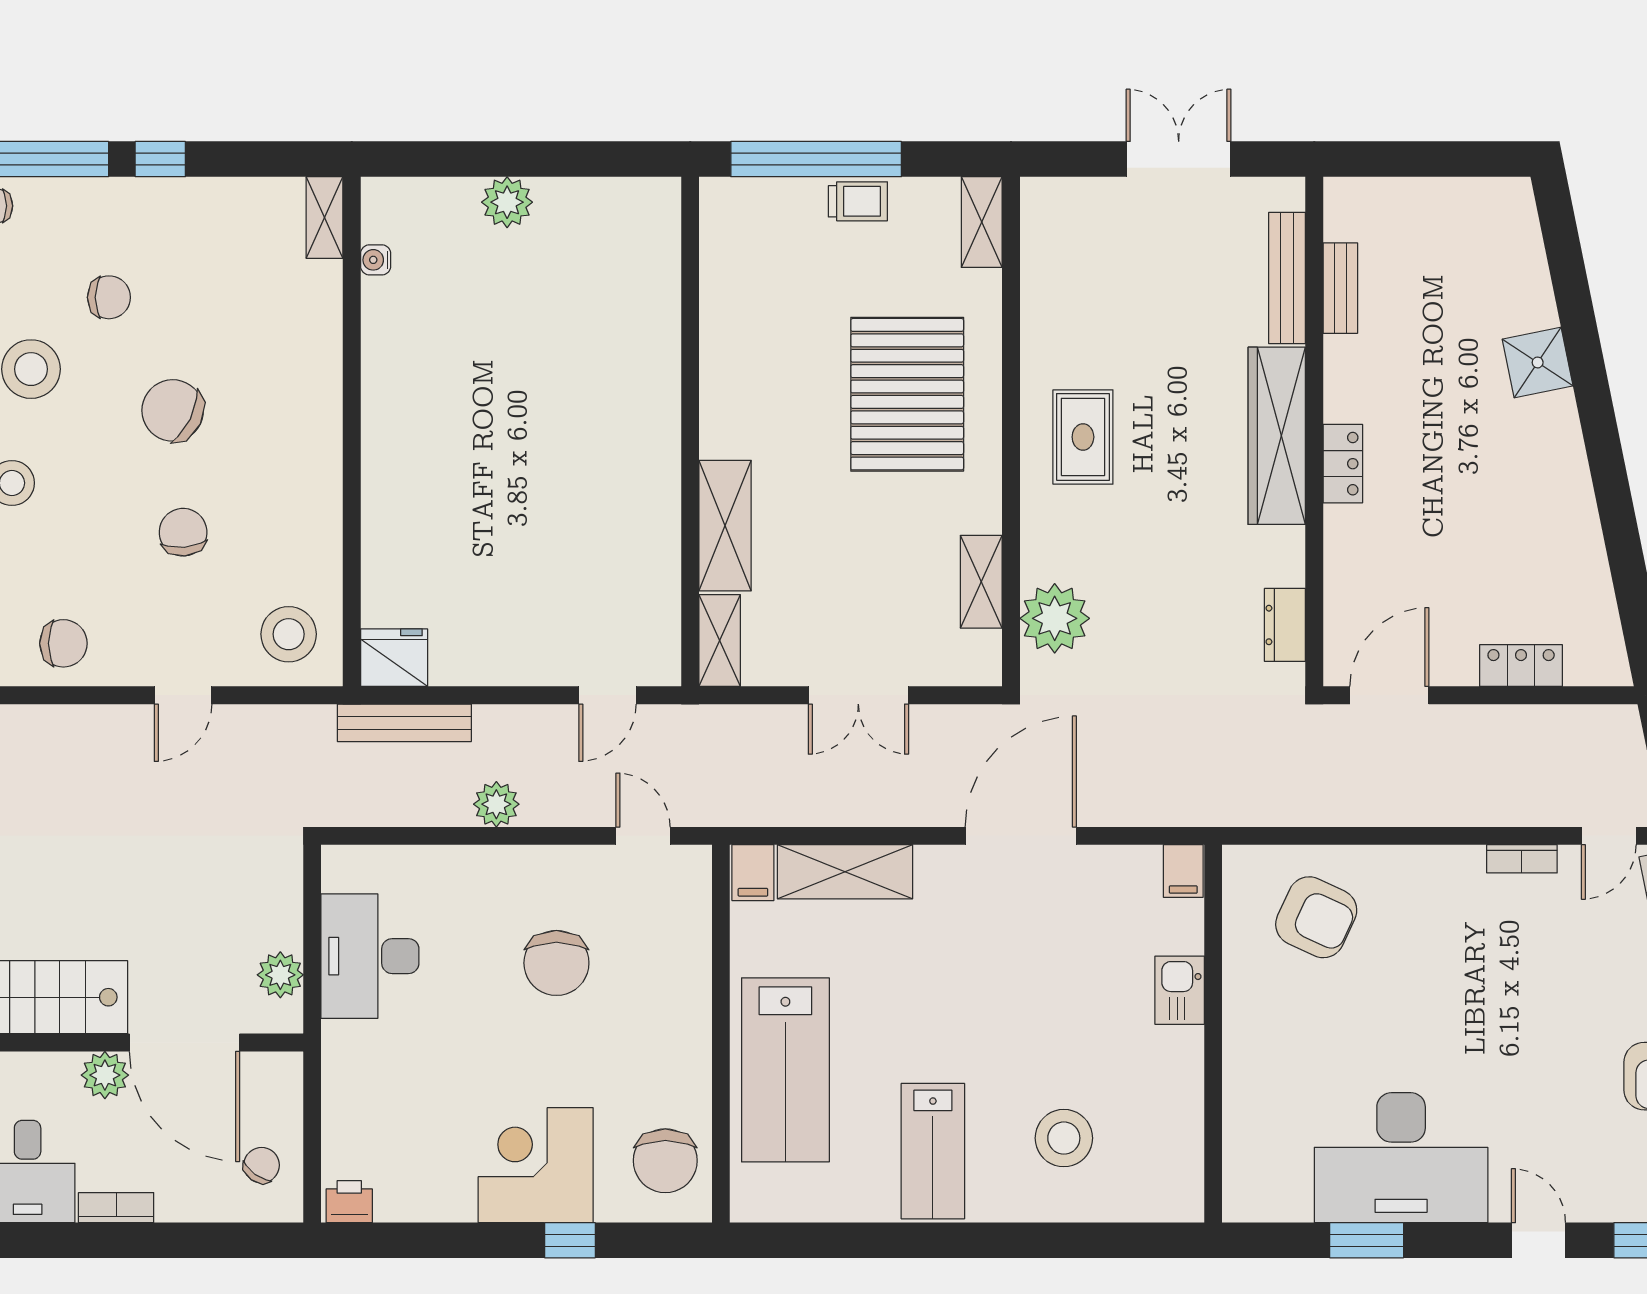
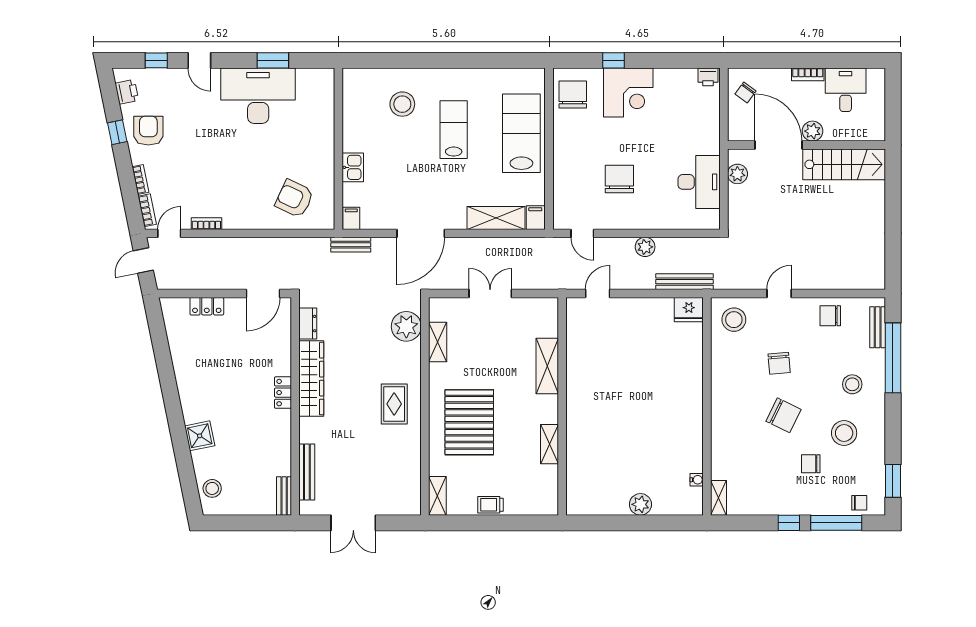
window: (816, 159) -> (508, 523), removed
stool: (1508, 239) -> (212, 488), added
bench: (1340, 288) -> (284, 496), moved
wardrobe: (1277, 436) -> (311, 379), moved
shelving: (720, 640) -> (550, 444), moved
bench: (1184, 809) -> (351, 245), added
lab bench: (933, 1151) -> (454, 130), moved

